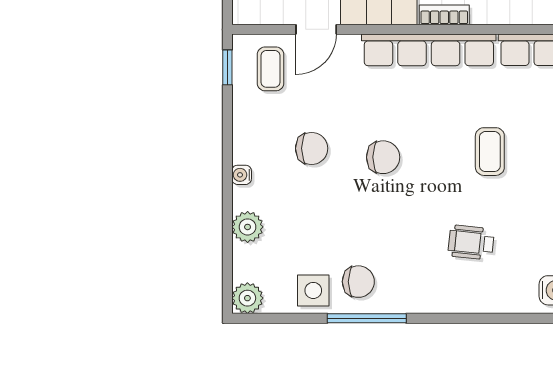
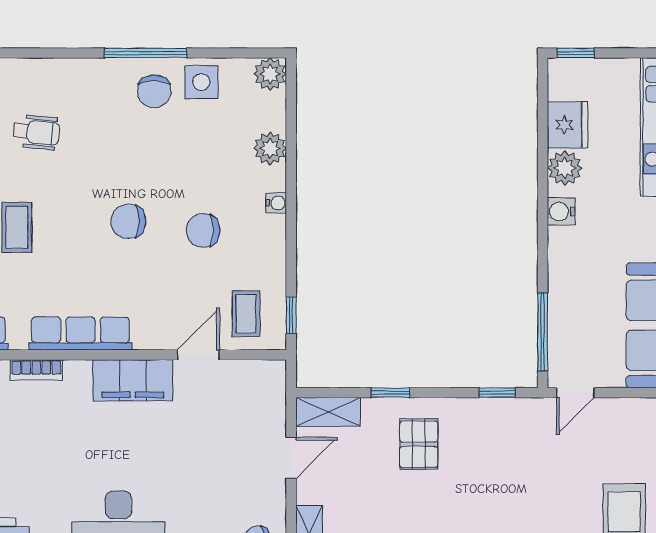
bookcase: (444, 15) -> (36, 370), moved
row of seats: (429, 50) -> (81, 334), width x0.73
chair: (358, 282) -> (154, 91), turned -90

